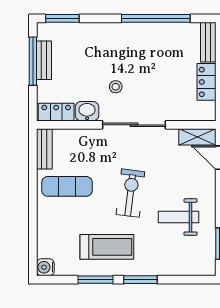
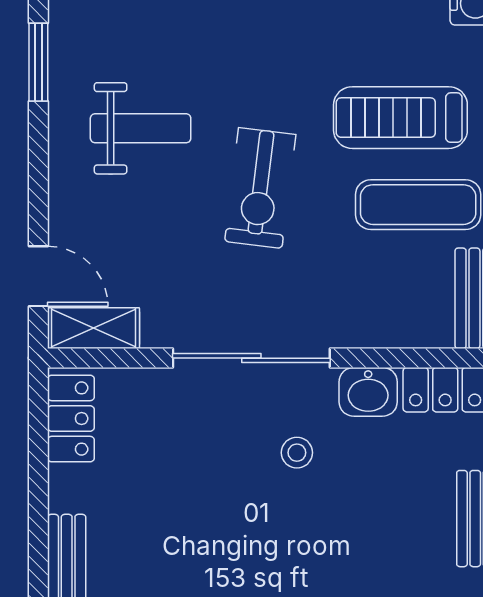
locker: (206, 82) -> (71, 419), moved
treadmill: (107, 247) -> (400, 118), moved

